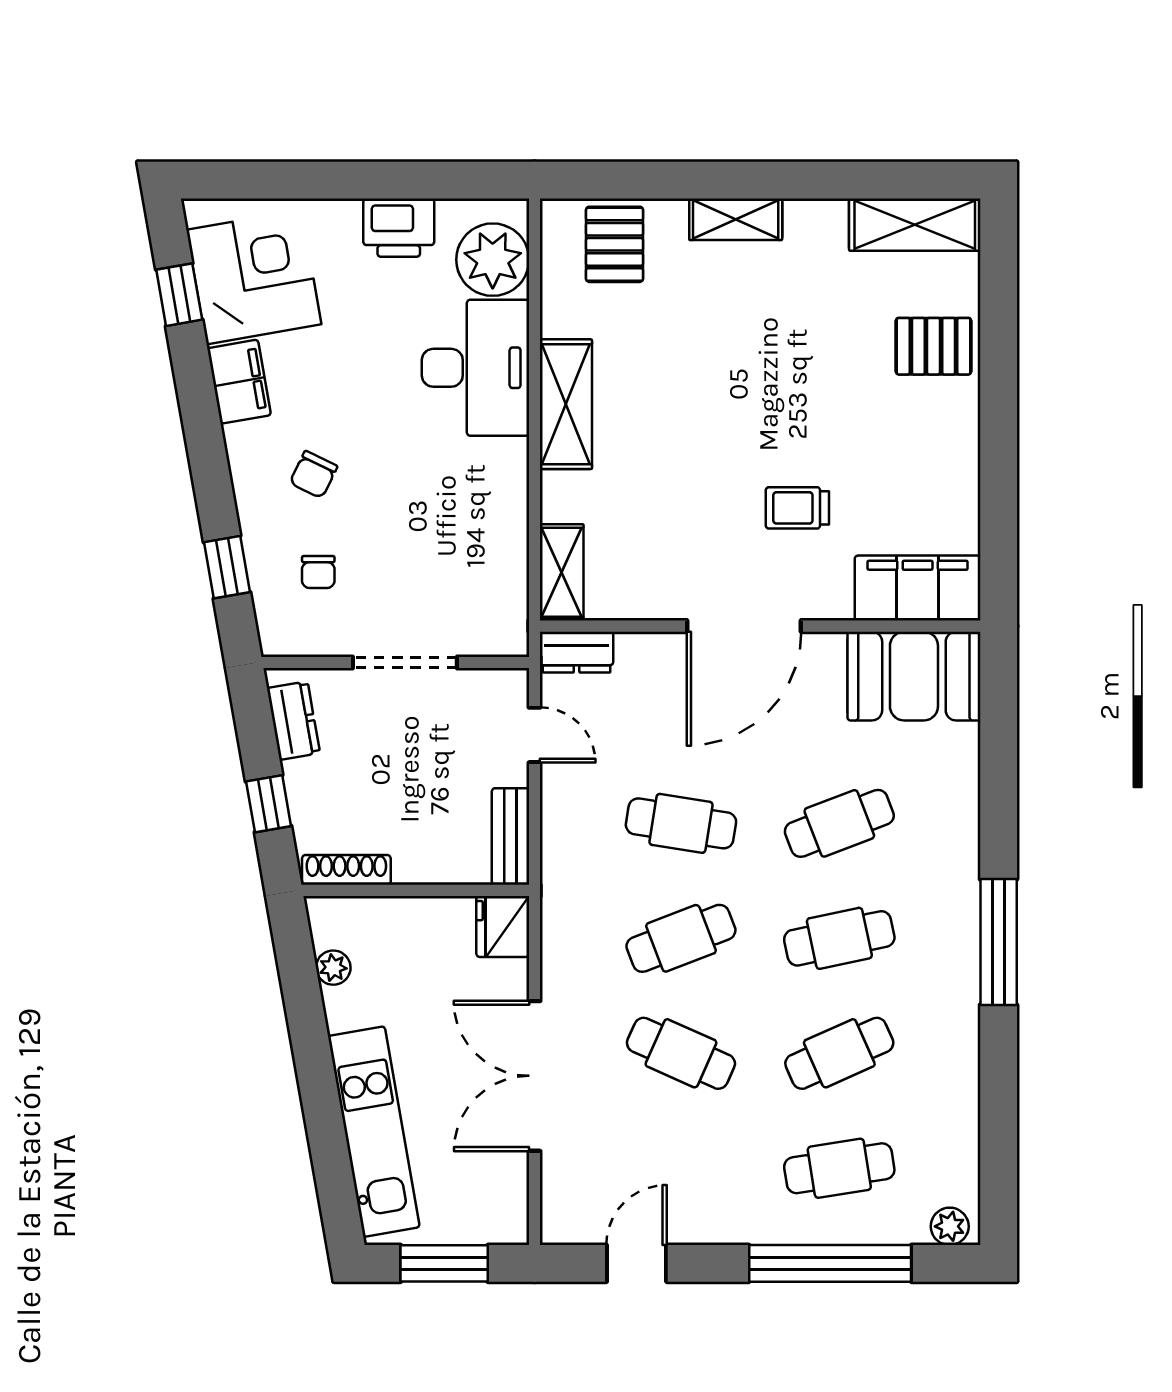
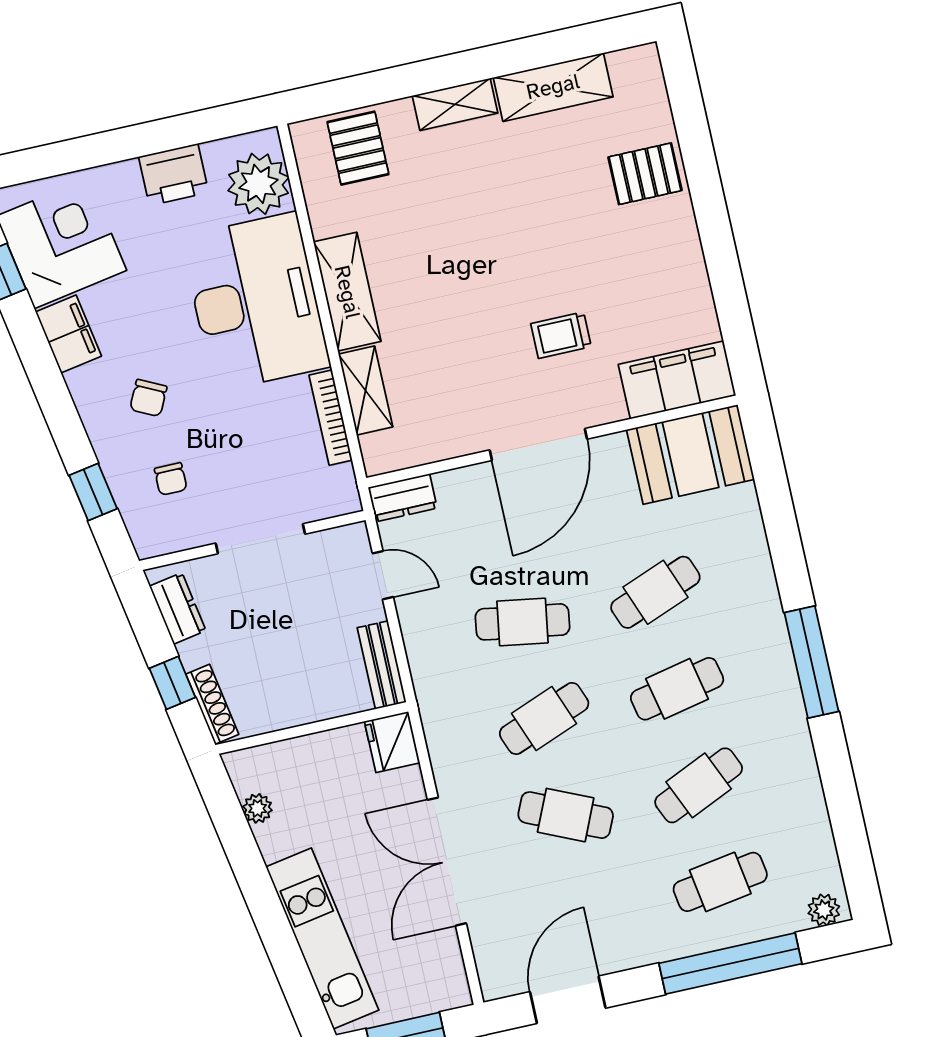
shelving: (915, 225) -> (553, 87), moved
desk: (475, 368) -> (256, 302), width x1.36, depth x1.30
bookcase: (515, 543) -> (331, 418), added
shelving: (562, 572) -> (366, 391), moved
shoe rack: (346, 870) -> (212, 704), moved, turned 80
door: (637, 1263) -> (568, 1000), width x1.38

